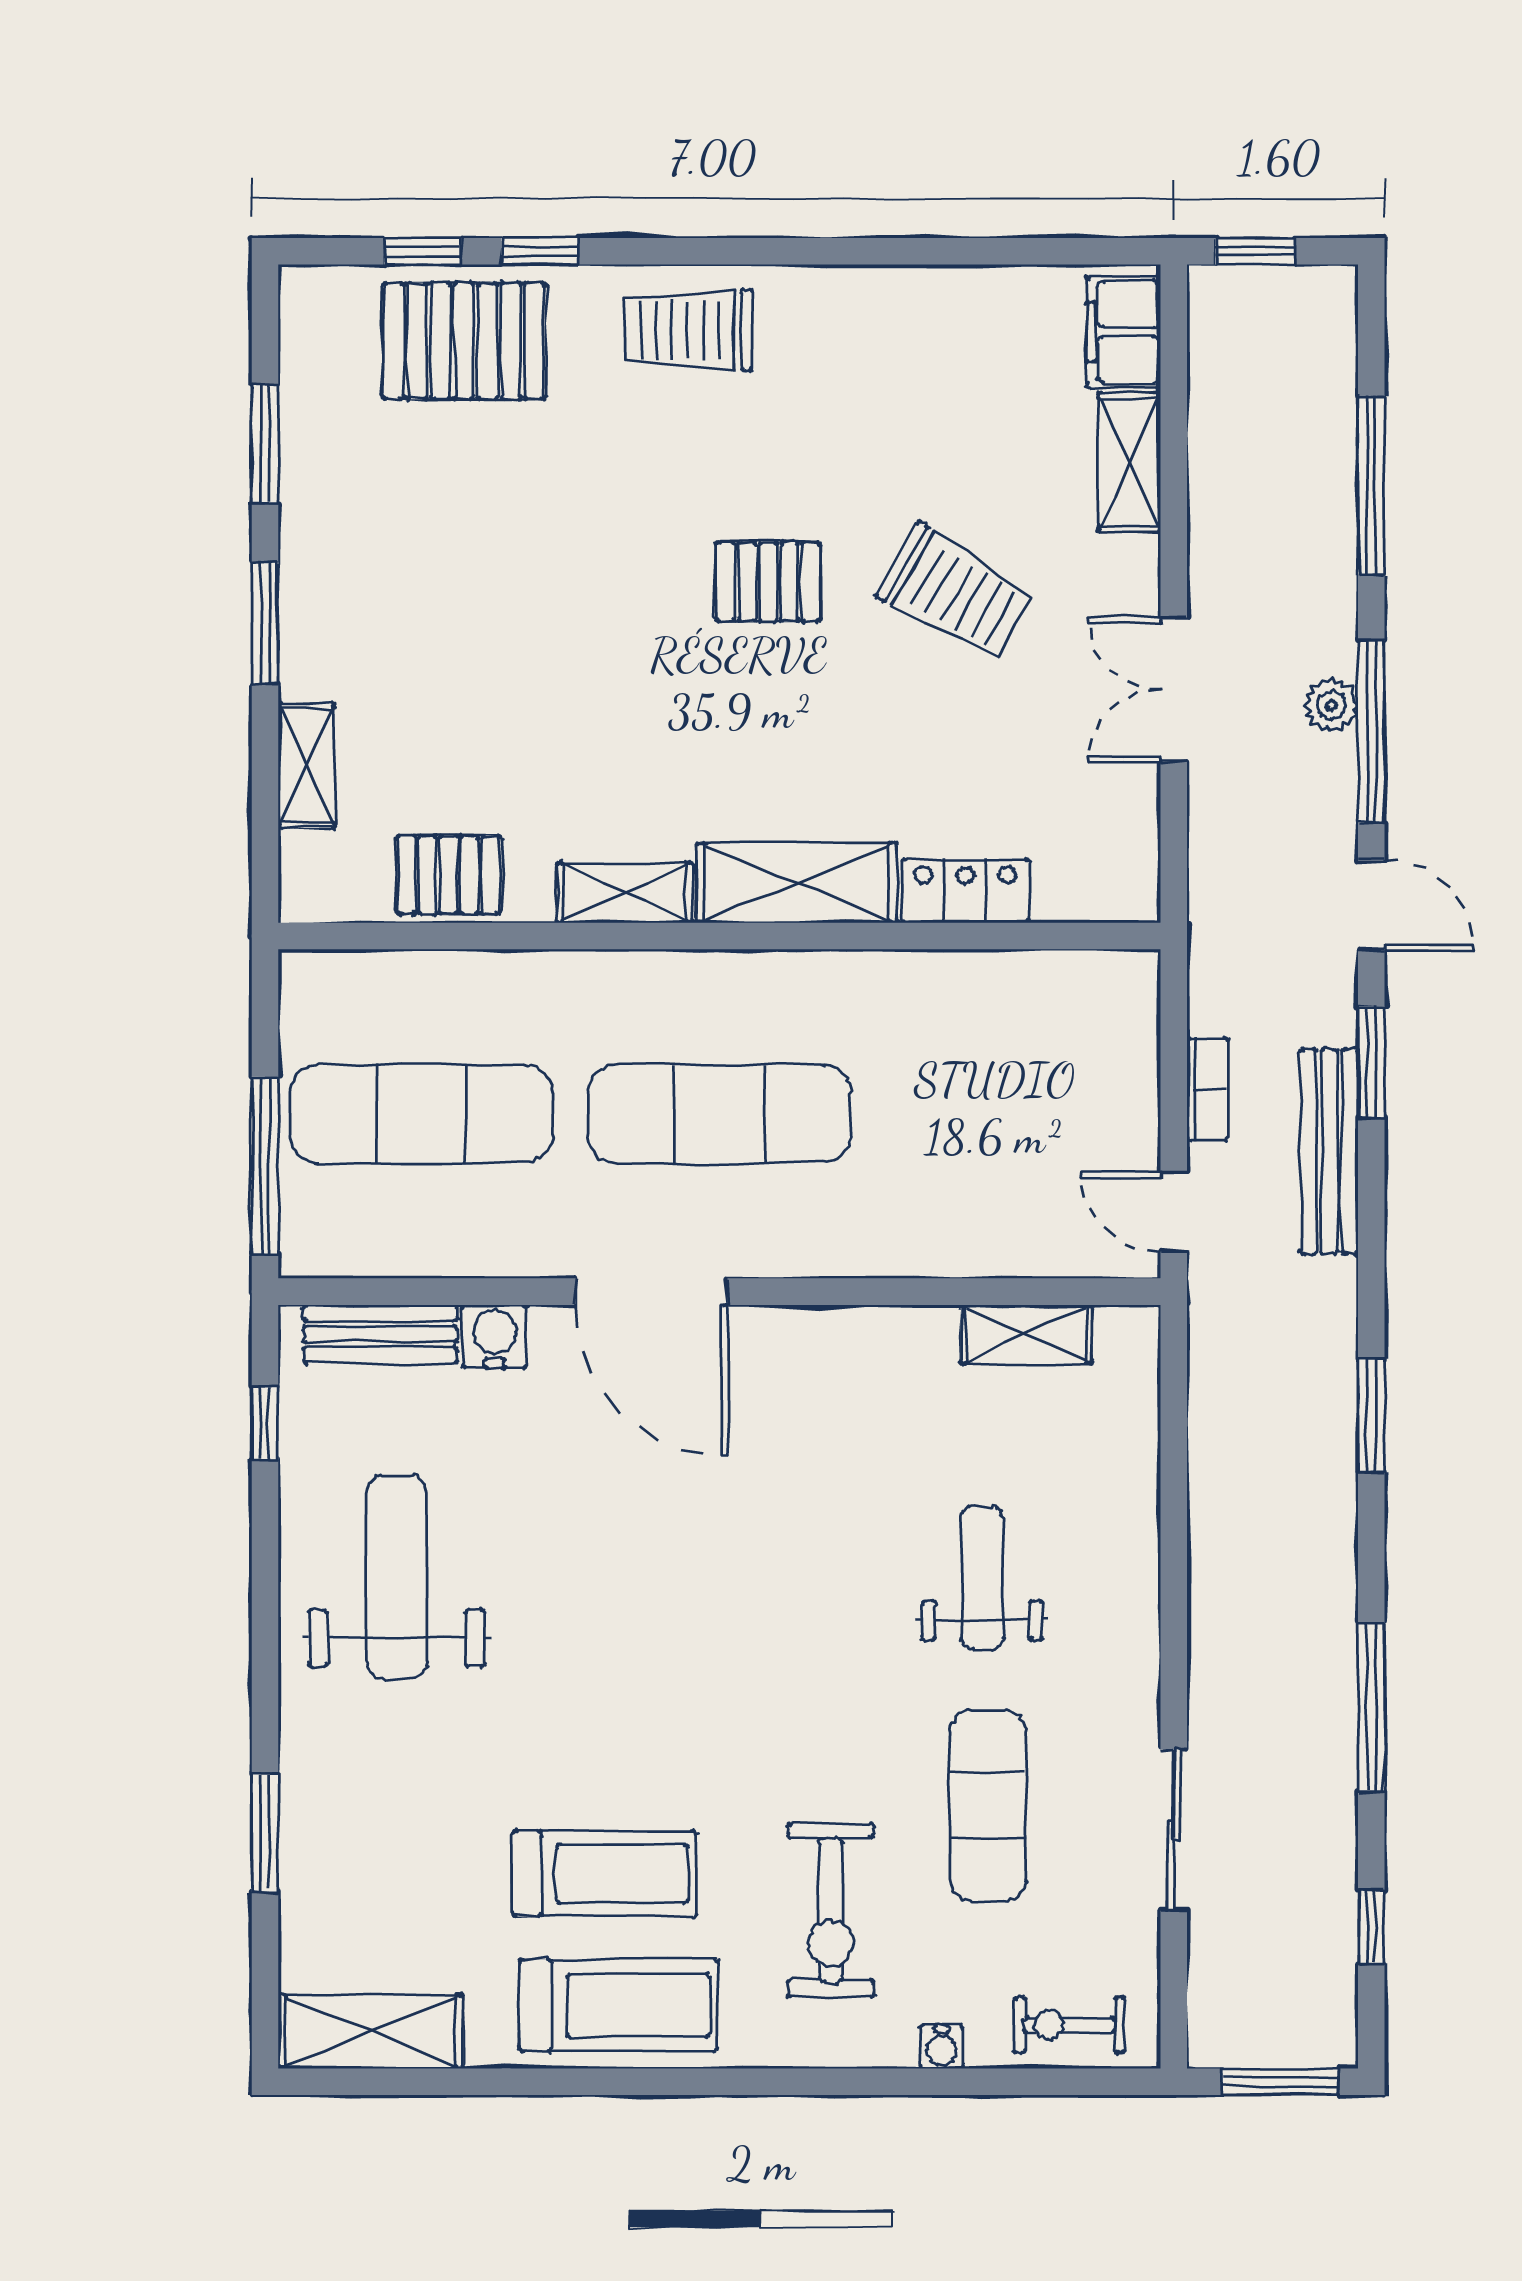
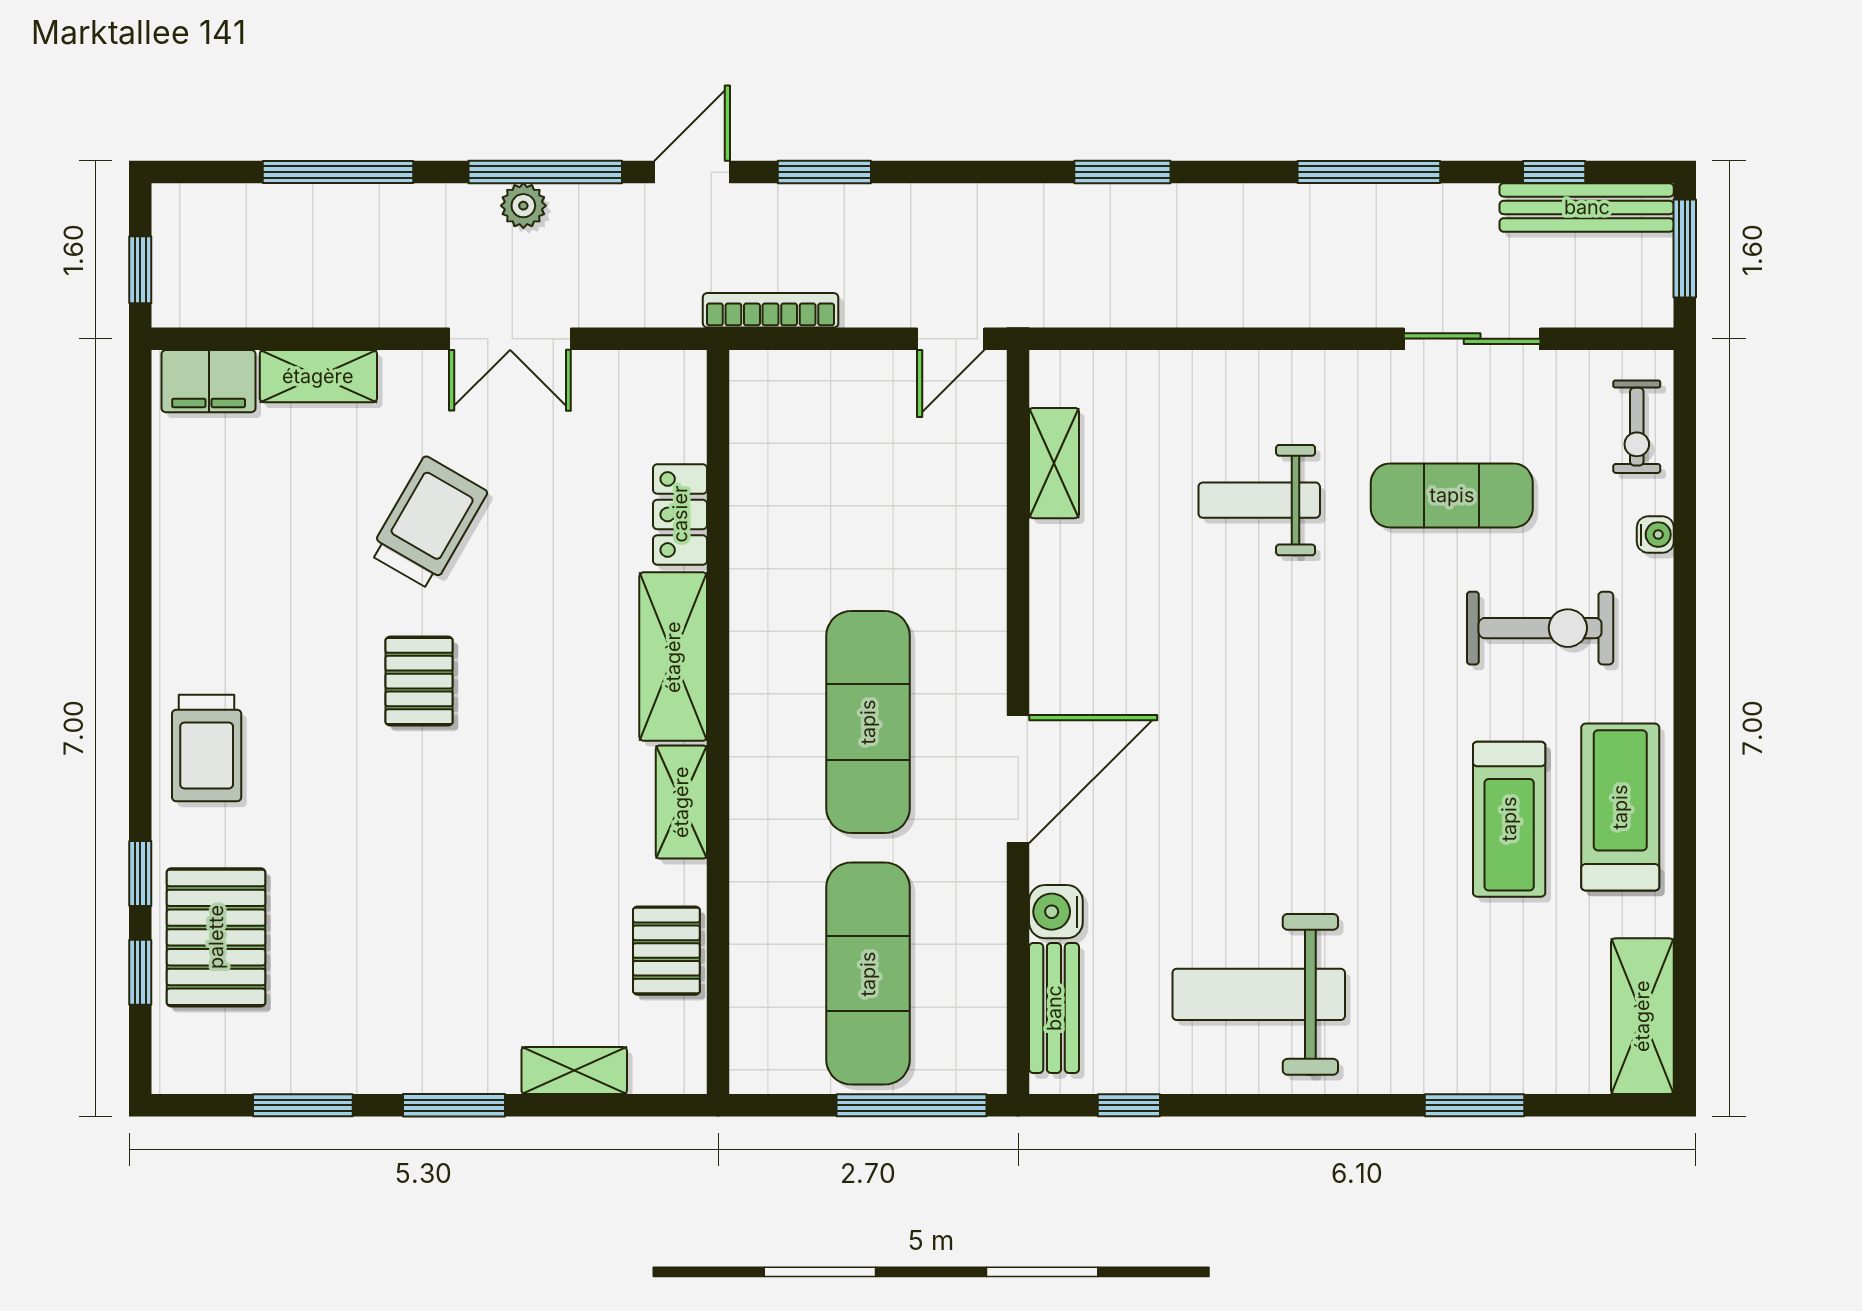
bookcase: (1207, 1089) -> (771, 310), moved, width x1.56
bench: (1329, 1151) -> (1587, 207), moved
treadmill: (604, 1874) -> (1509, 819), turned 180

